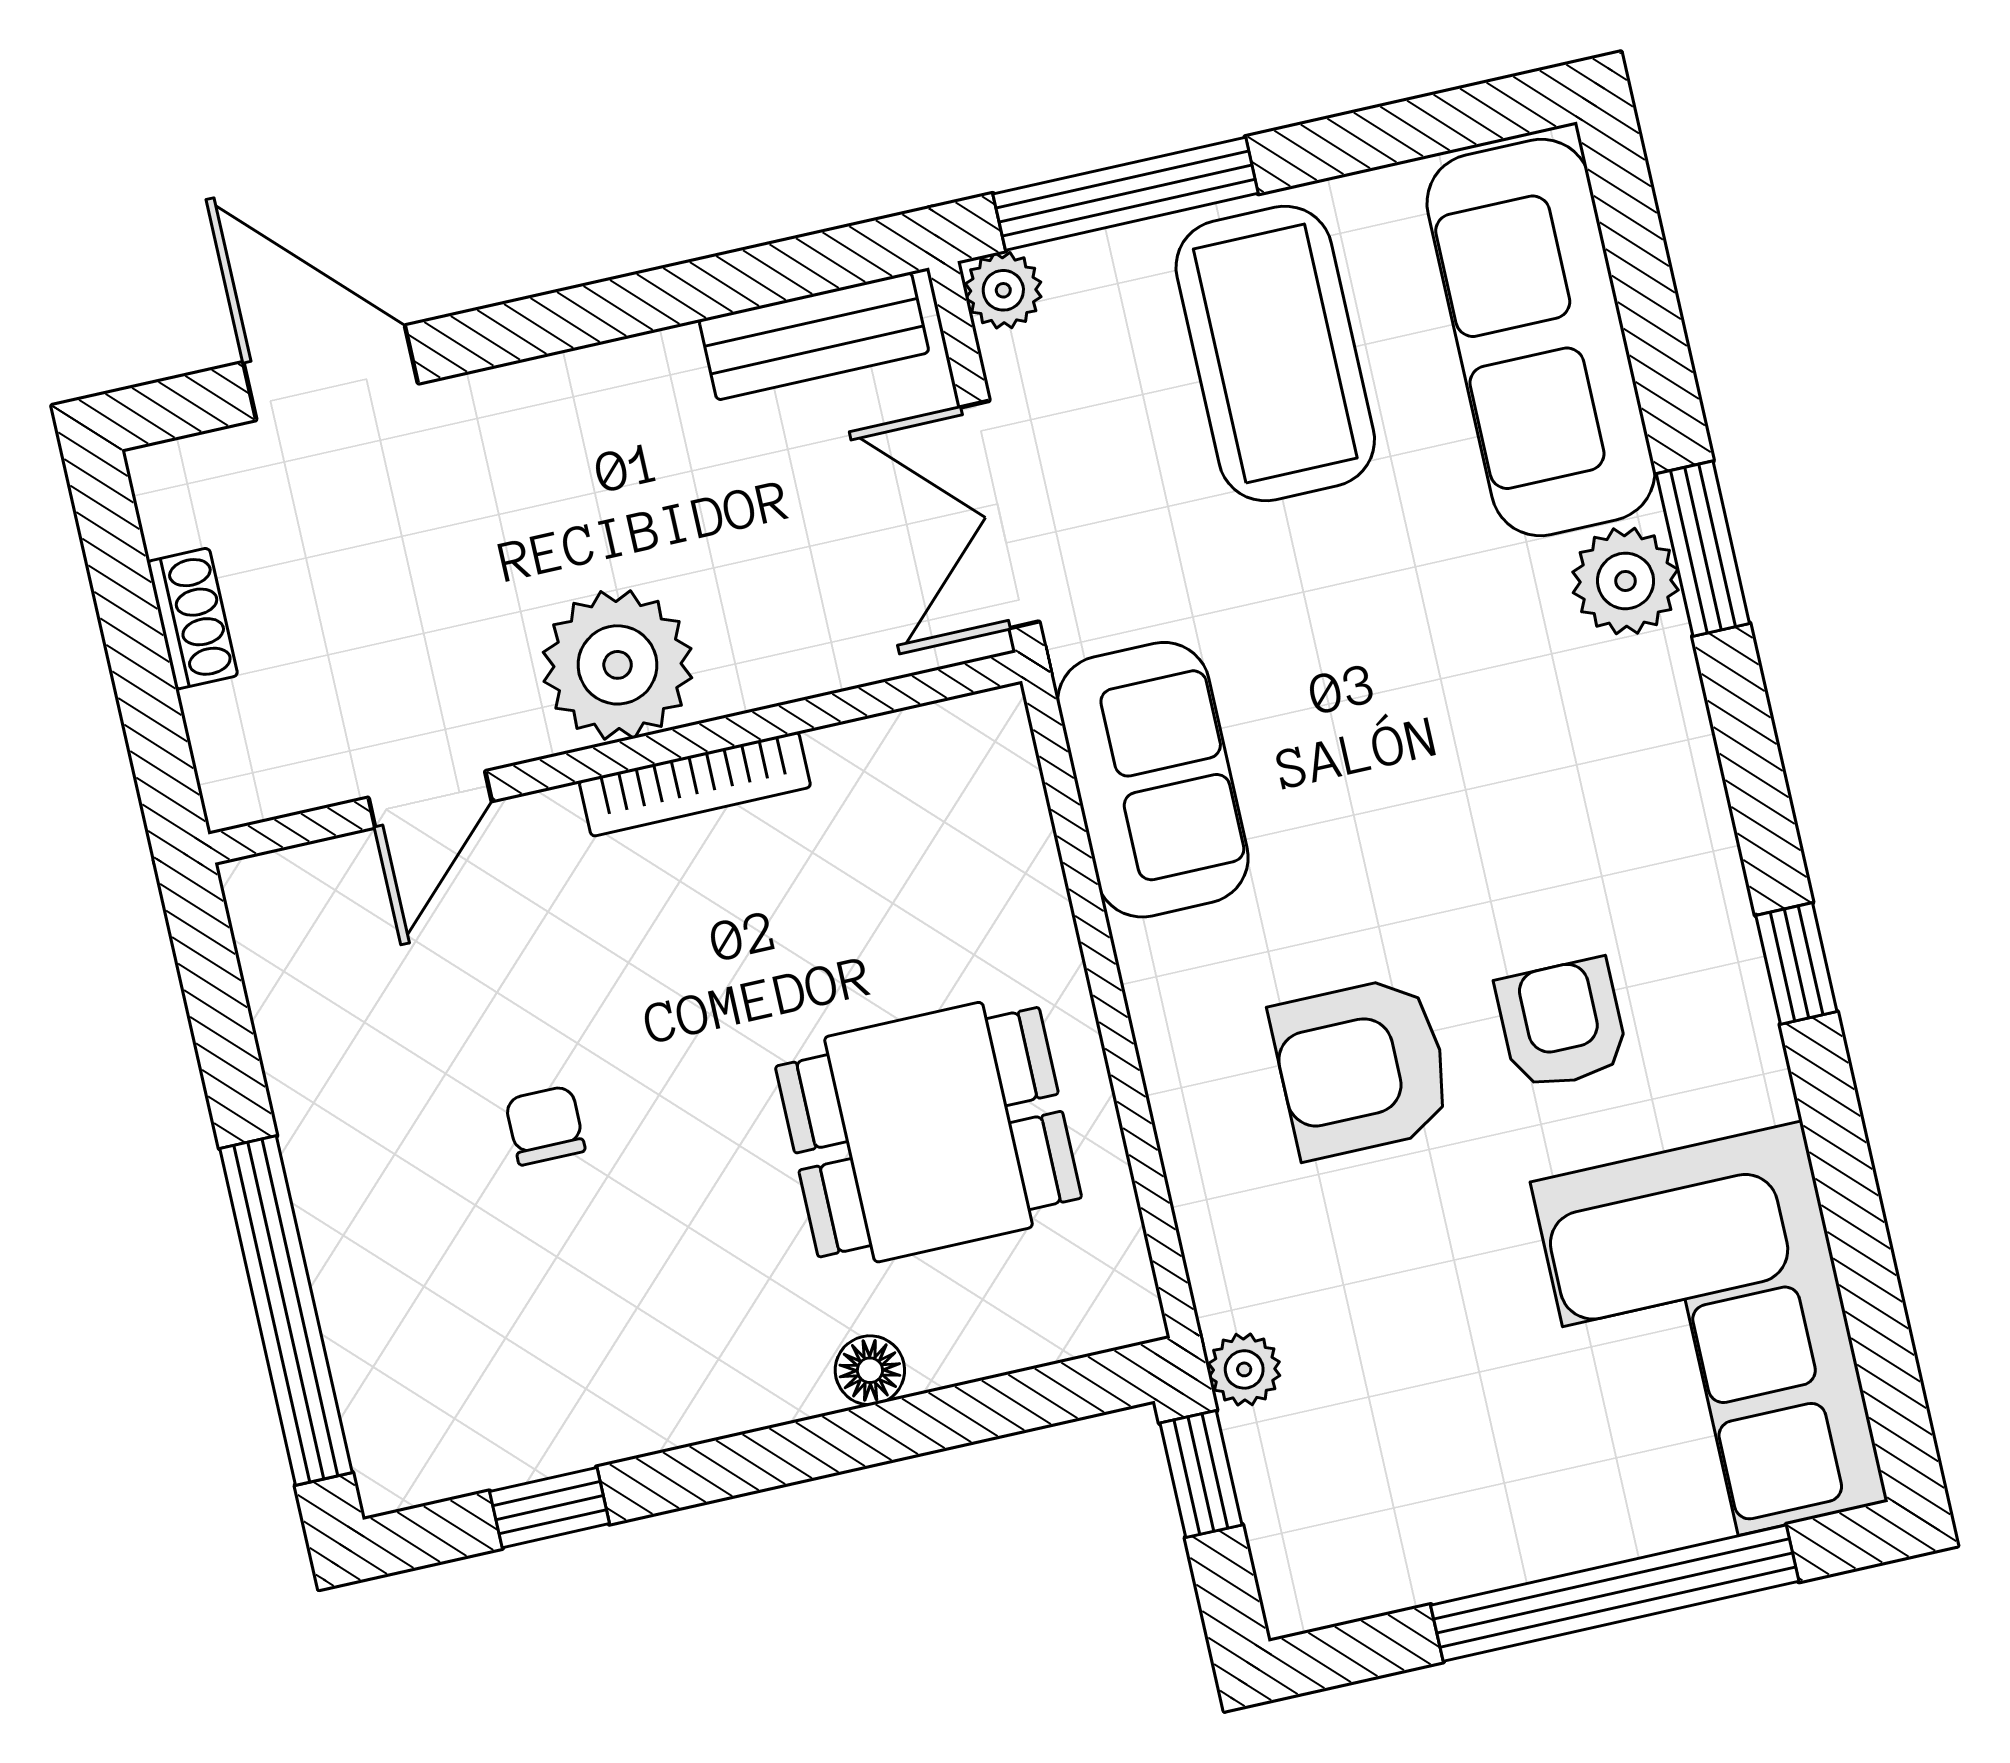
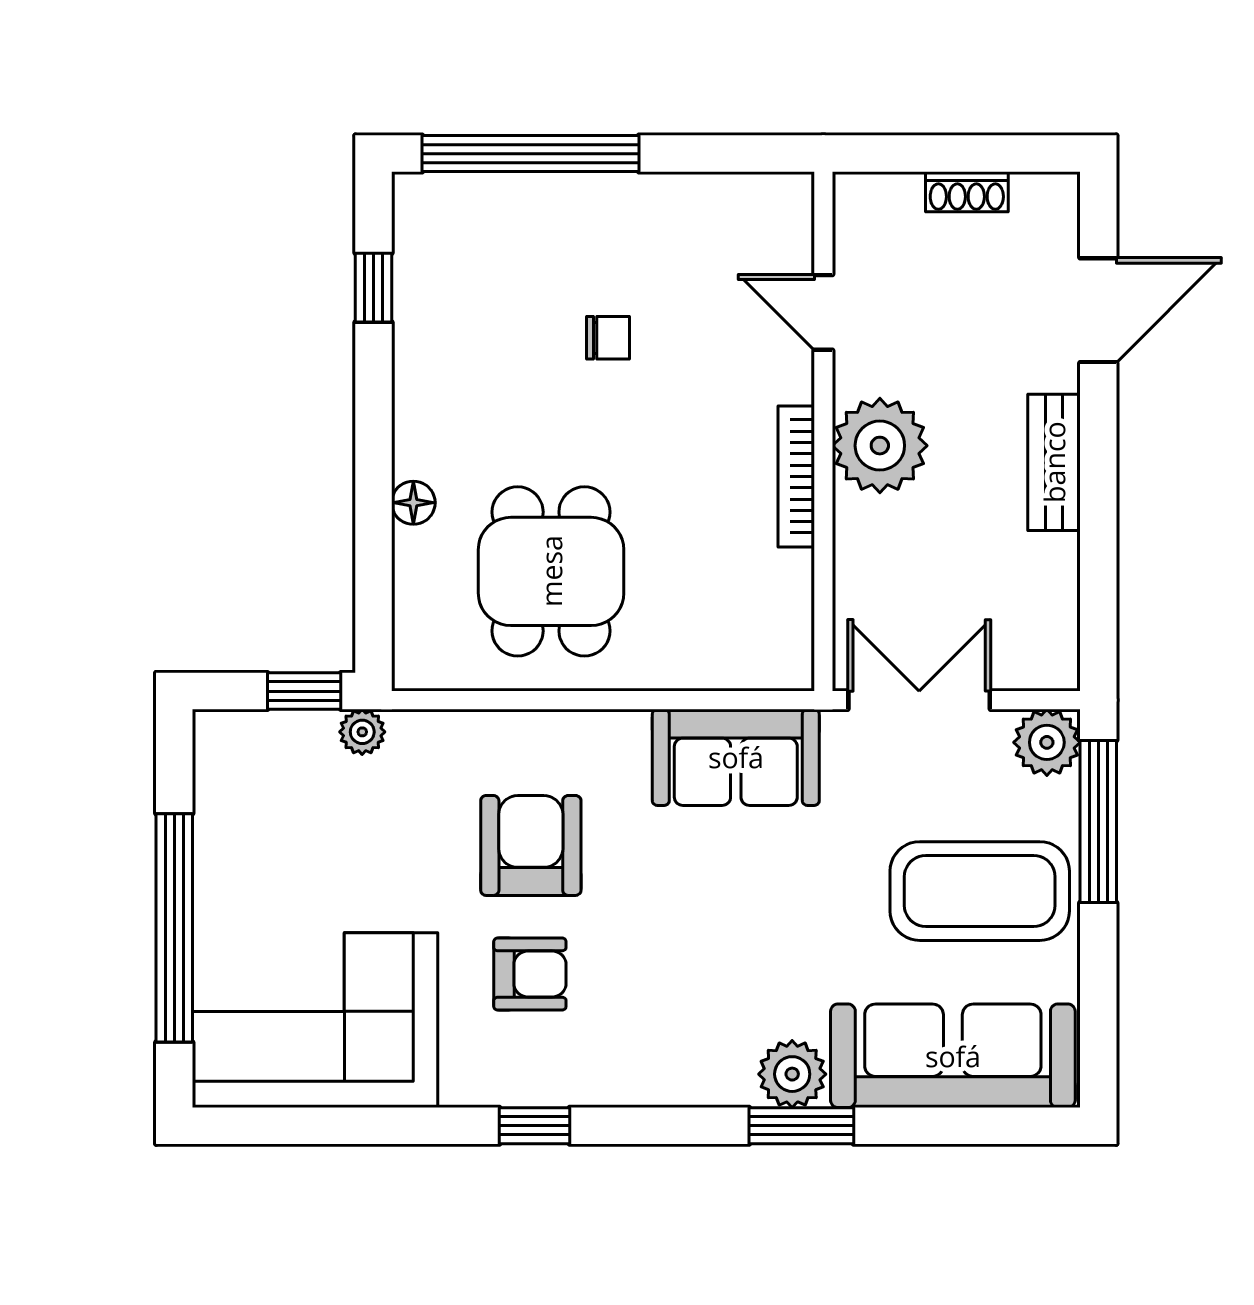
plant: (1003, 290) -> (1047, 742), width x1.38, depth x1.38
bench: (814, 336) -> (1054, 462), moved

